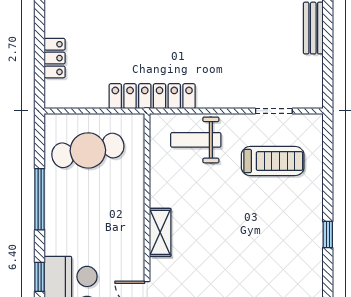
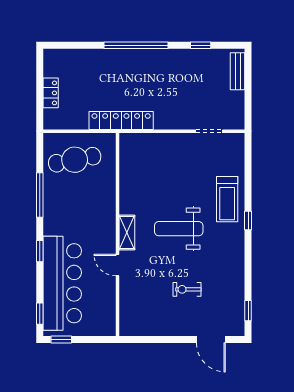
weight bench: (196, 140) -> (179, 229), moved, width x1.36, depth x1.33
treadmill: (273, 161) -> (227, 199), moved, turned 90
shelving: (160, 232) -> (127, 233), moved

